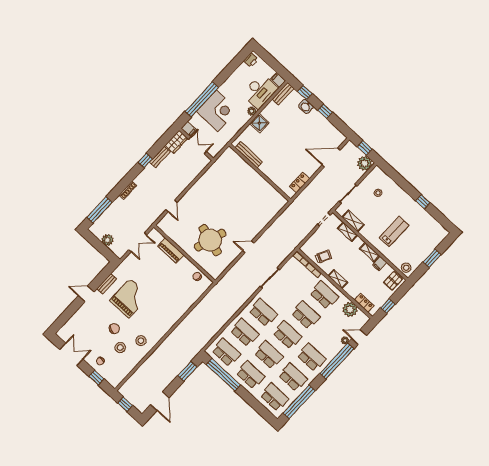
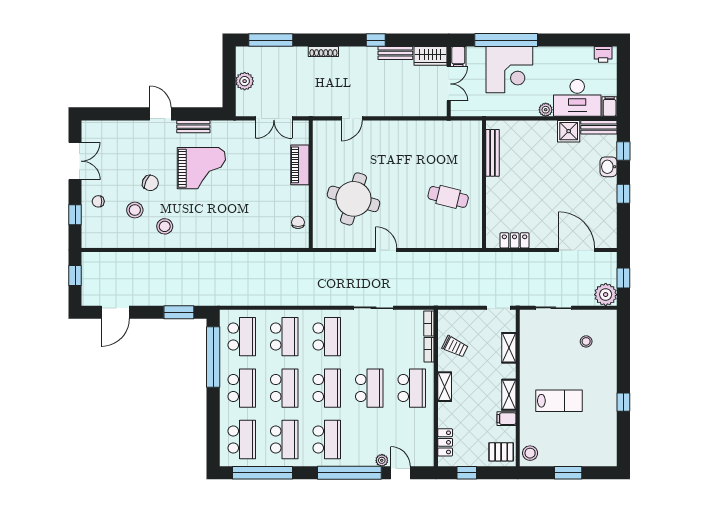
shower: (259, 123) -> (569, 131), moved
cafe table: (250, 195) -> (448, 197), added
shelving: (353, 221) -> (527, 343), removed
plant: (350, 309) -> (422, 433), removed

